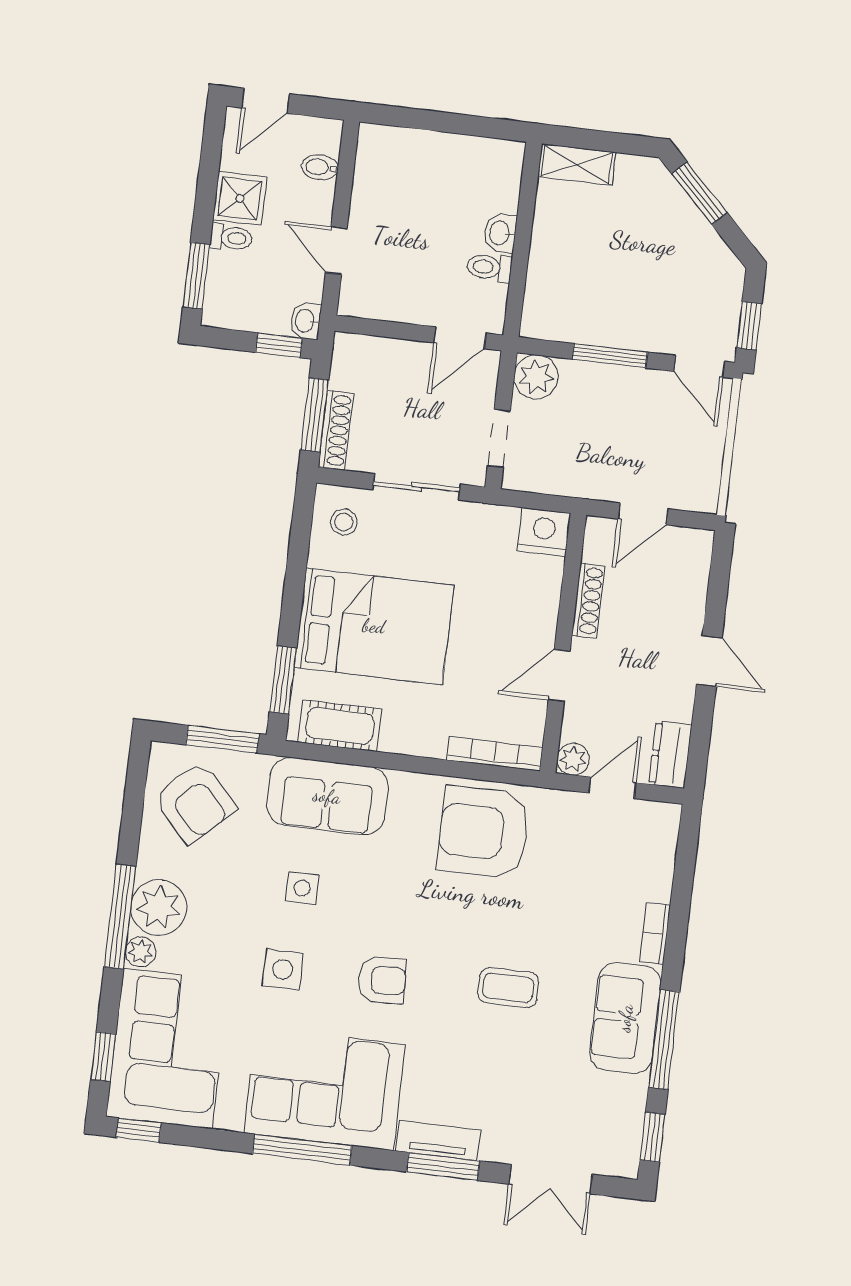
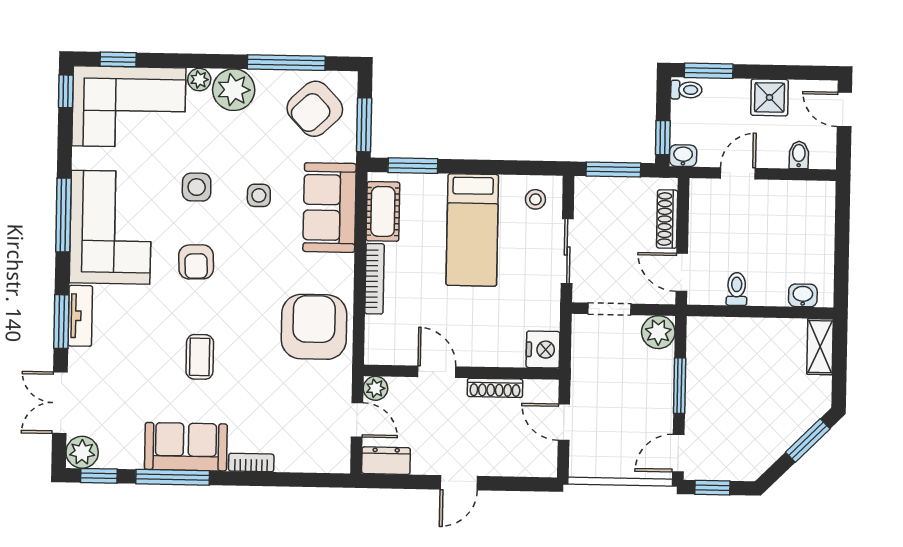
washbasin: (500, 233) -> (803, 295), moved
toilet: (231, 238) -> (686, 90), moved, turned -90
shoe rack: (336, 430) -> (667, 219), moved, turned 90
bed: (374, 626) -> (472, 230), width x0.67
bookcase: (495, 754) -> (374, 279), moved
window: (120, 917) -> (286, 63), moved
plant: (619, 1156) -> (82, 452), added

